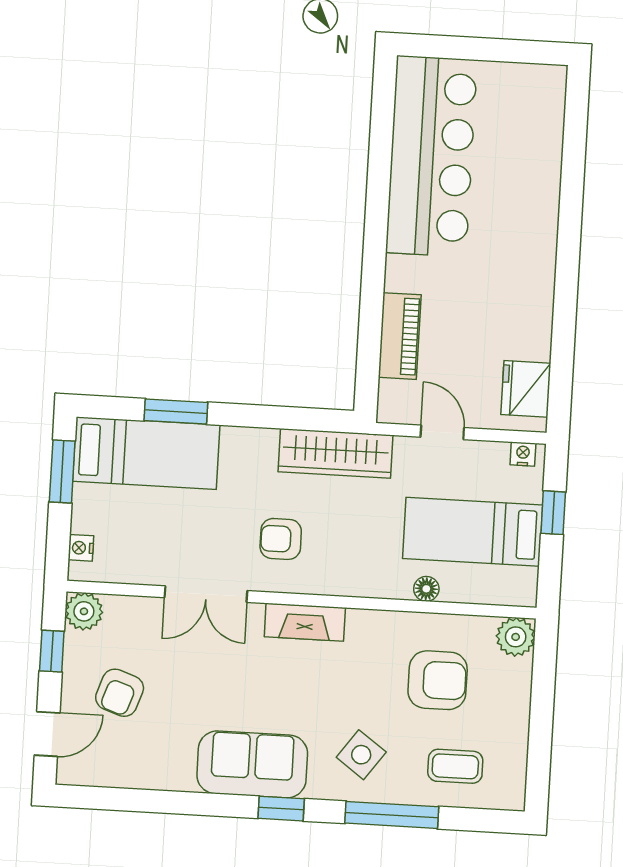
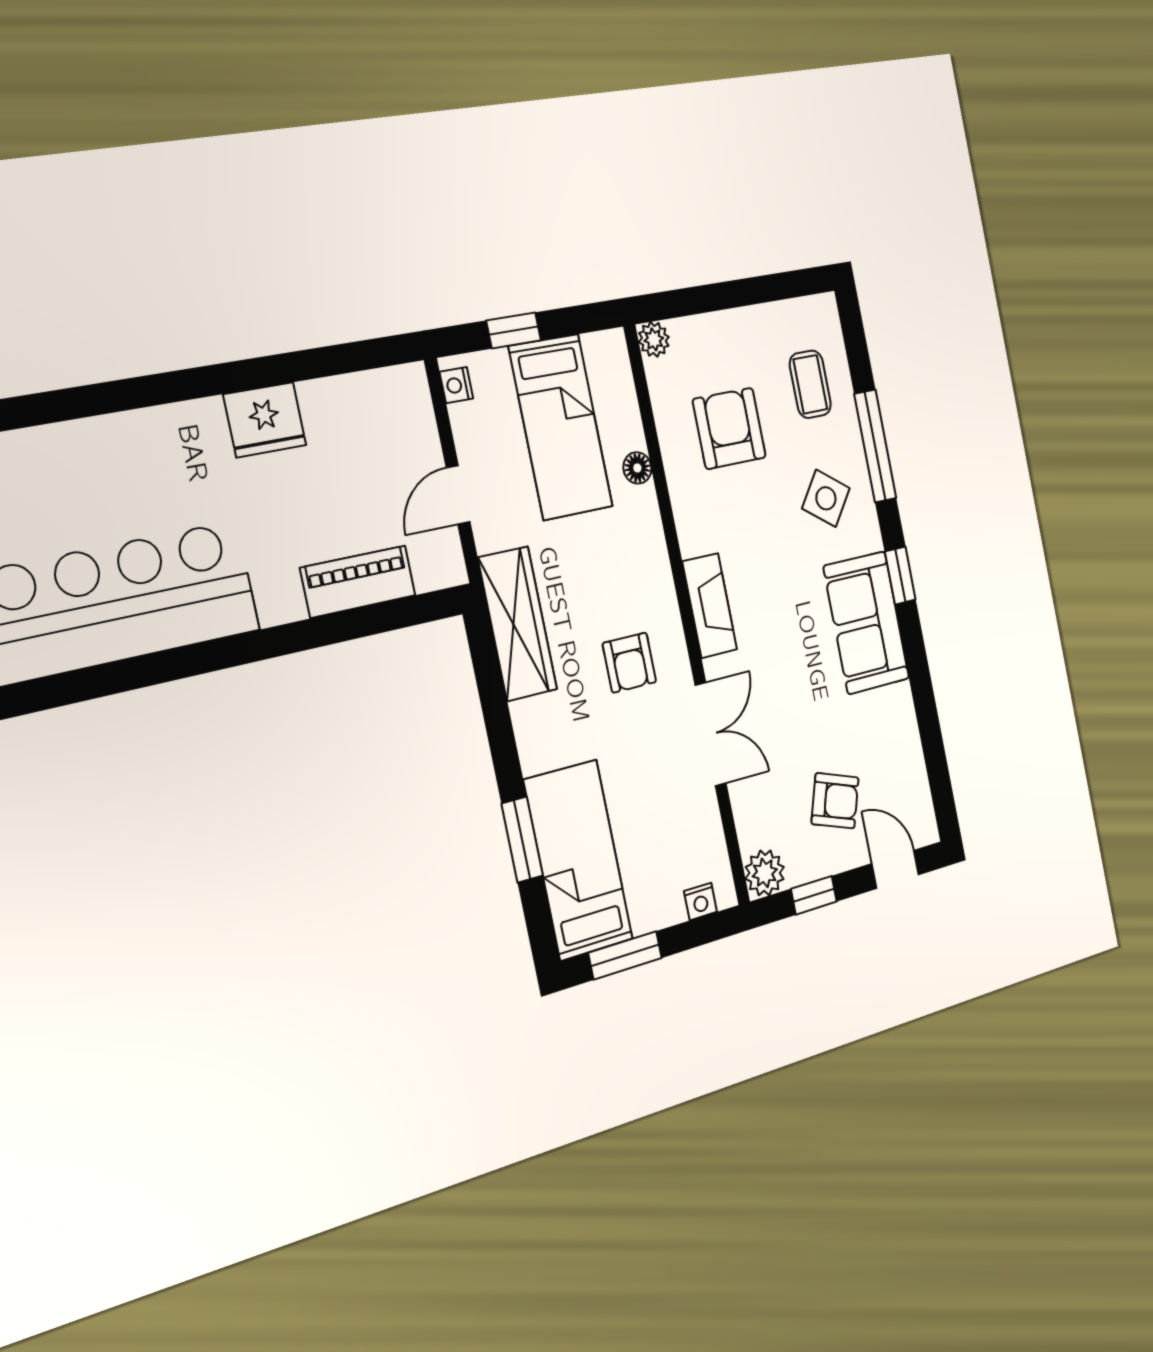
fridge: (526, 389) -> (265, 420), moved
plant: (516, 637) -> (654, 339), width x0.73, depth x0.73

